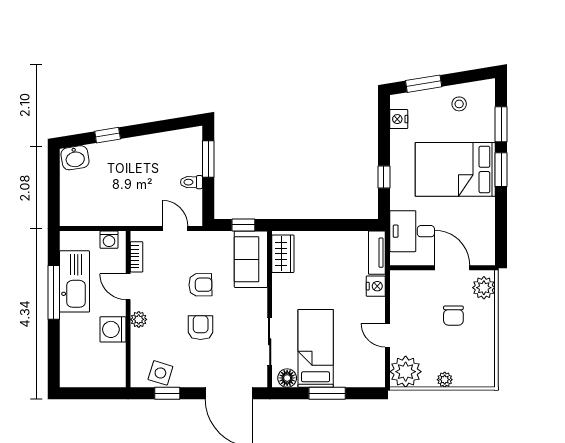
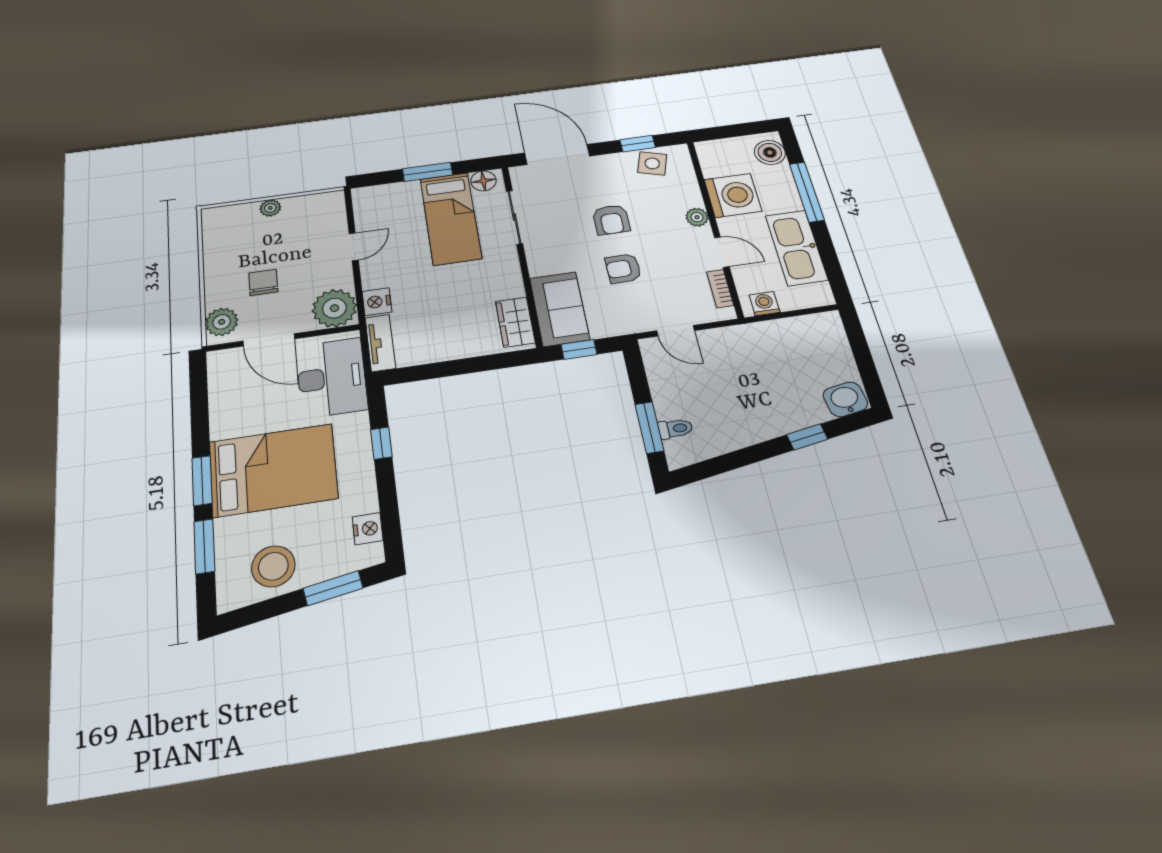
stool: (459, 104) -> (273, 566), width x1.89, depth x1.89
toilet: (191, 182) -> (675, 429), moved
desk: (412, 231) -> (332, 378), width x1.37
window: (54, 292) -> (807, 192), moved
washing machine: (113, 329) -> (733, 195), width x1.37, depth x1.37
door: (388, 335) -> (354, 247), hinge flipped
boiler: (71, 368) -> (770, 152), added
plant: (406, 372) -> (334, 308), moved

